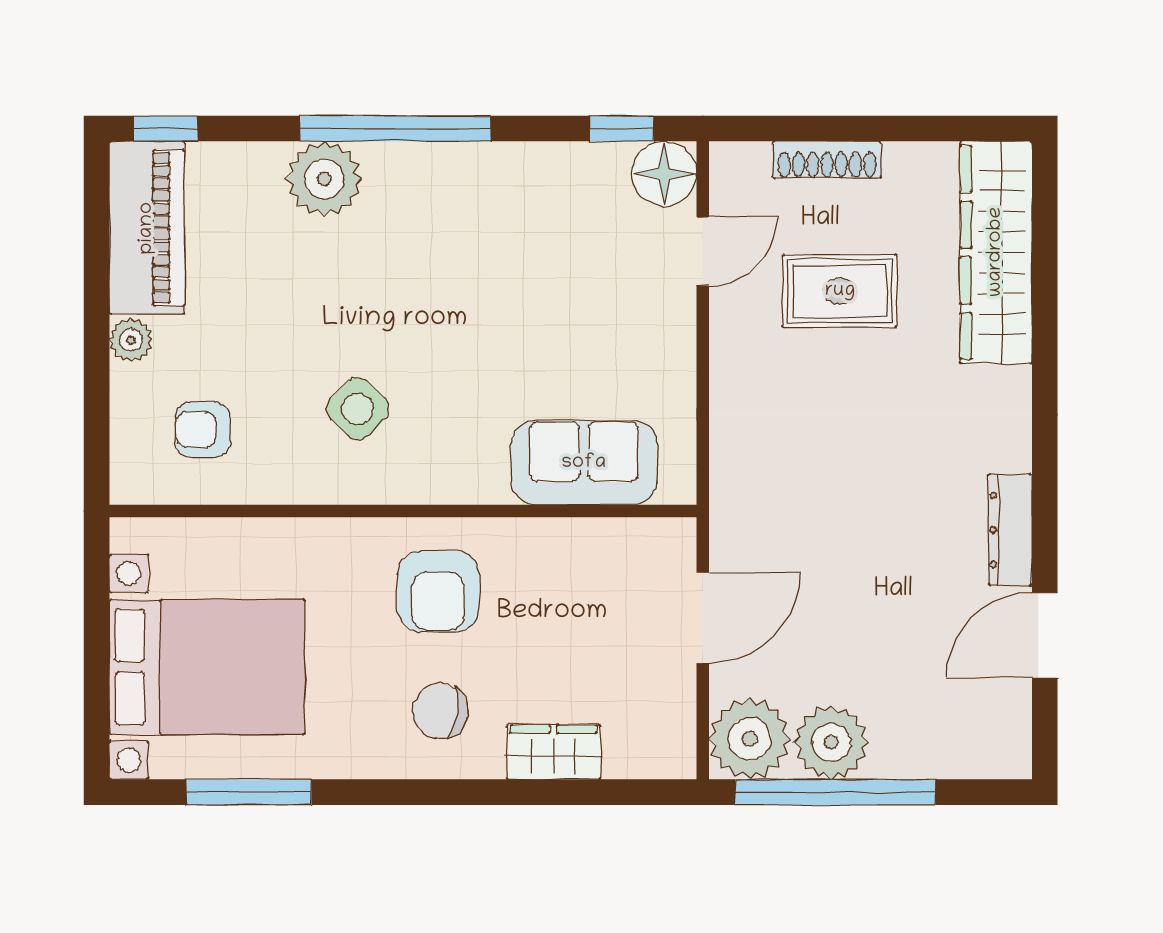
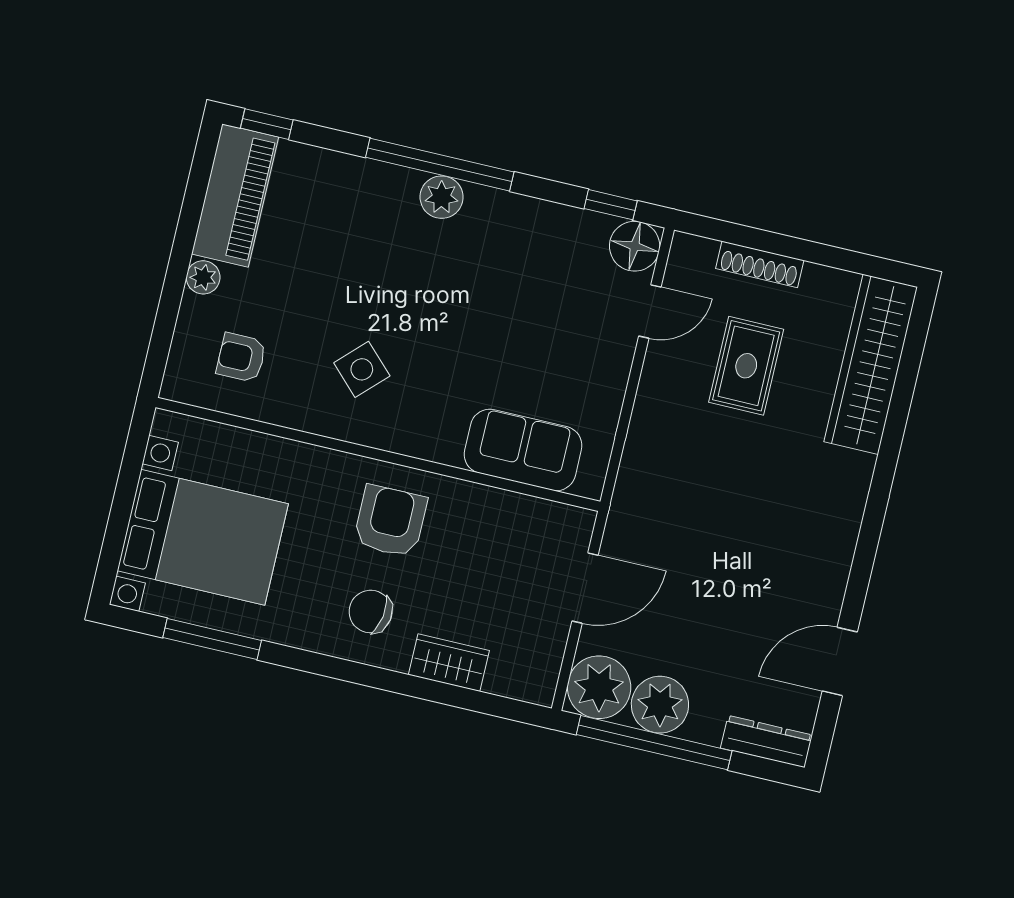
plant: (324, 179) -> (442, 197), moved, width x0.73, depth x0.73
rug: (840, 291) -> (746, 366), turned 90
dresser: (1010, 530) -> (766, 742), moved, turned 90
armchair: (438, 591) -> (390, 521), turned 180

